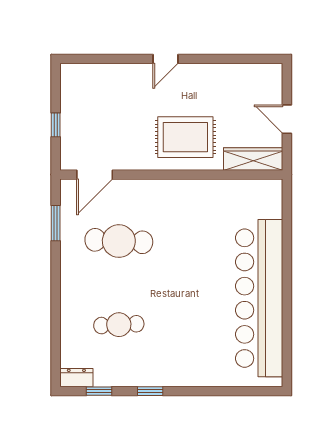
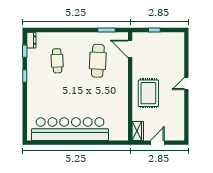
door: (165, 59) -> (186, 83), hinge flipped
wardrobe: (253, 159) -> (138, 131), width x0.67

